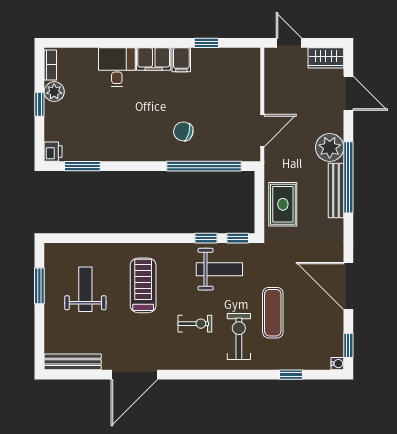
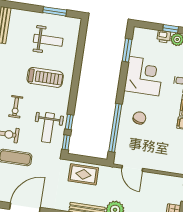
corner desk: (118, 134) -> (144, 76), added
printer: (53, 152) -> (164, 37), moved

